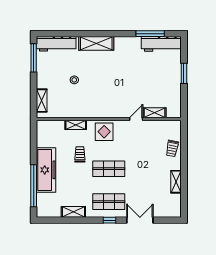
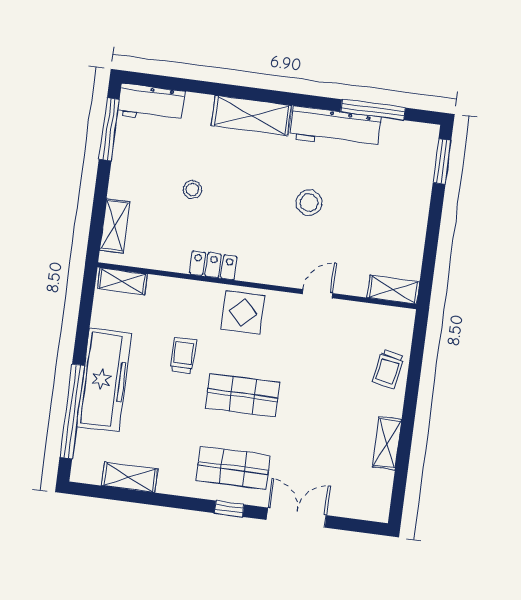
workbench: (56, 44) -> (151, 103), width x0.73
workbench: (161, 44) -> (335, 128), moved
window: (184, 73) -> (442, 162), moved
stool: (127, 79) -> (309, 203), added
locker: (88, 112) -> (213, 265), added
shelving: (155, 113) -> (393, 290), moved
shelving: (76, 125) -> (122, 281), moved
shelving: (73, 212) -> (130, 477), moved

